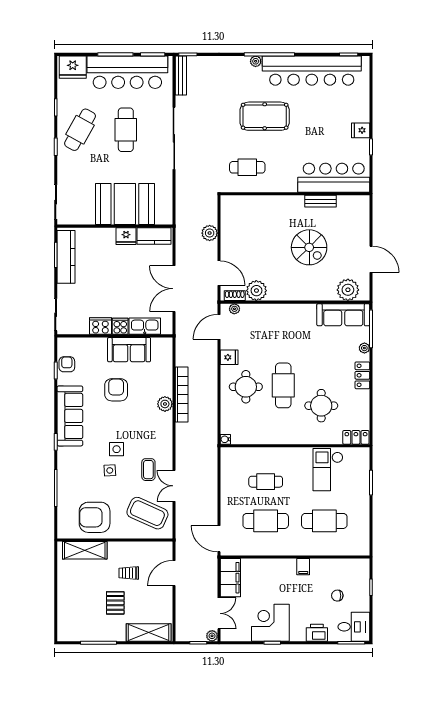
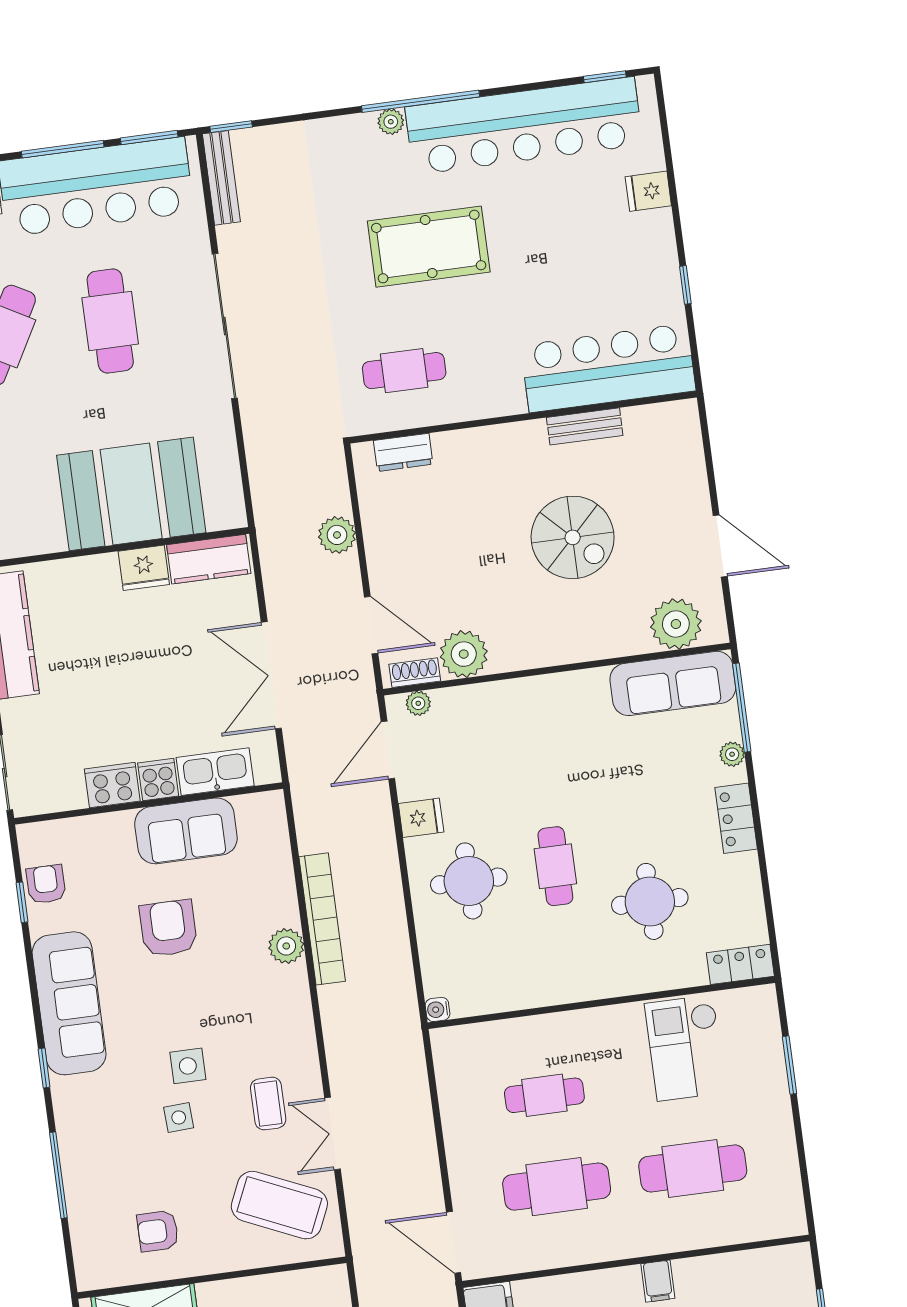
fridge: (361, 130) -> (648, 191), moved
dresser: (242, 202) -> (403, 452), added
cafe table: (283, 385) -> (555, 866), width x0.73, depth x0.74
armchair: (95, 517) -> (158, 1231), width x0.53, depth x0.53

